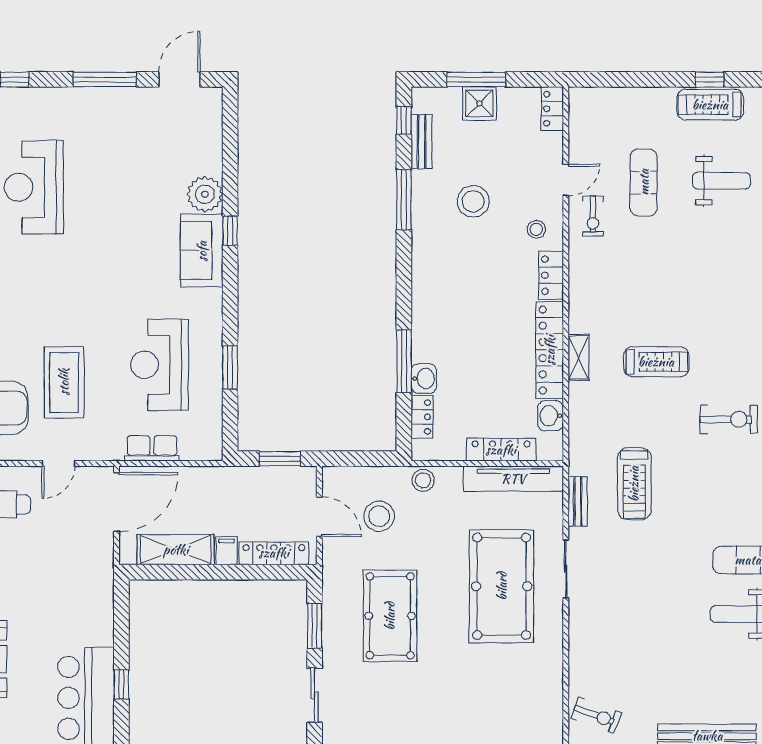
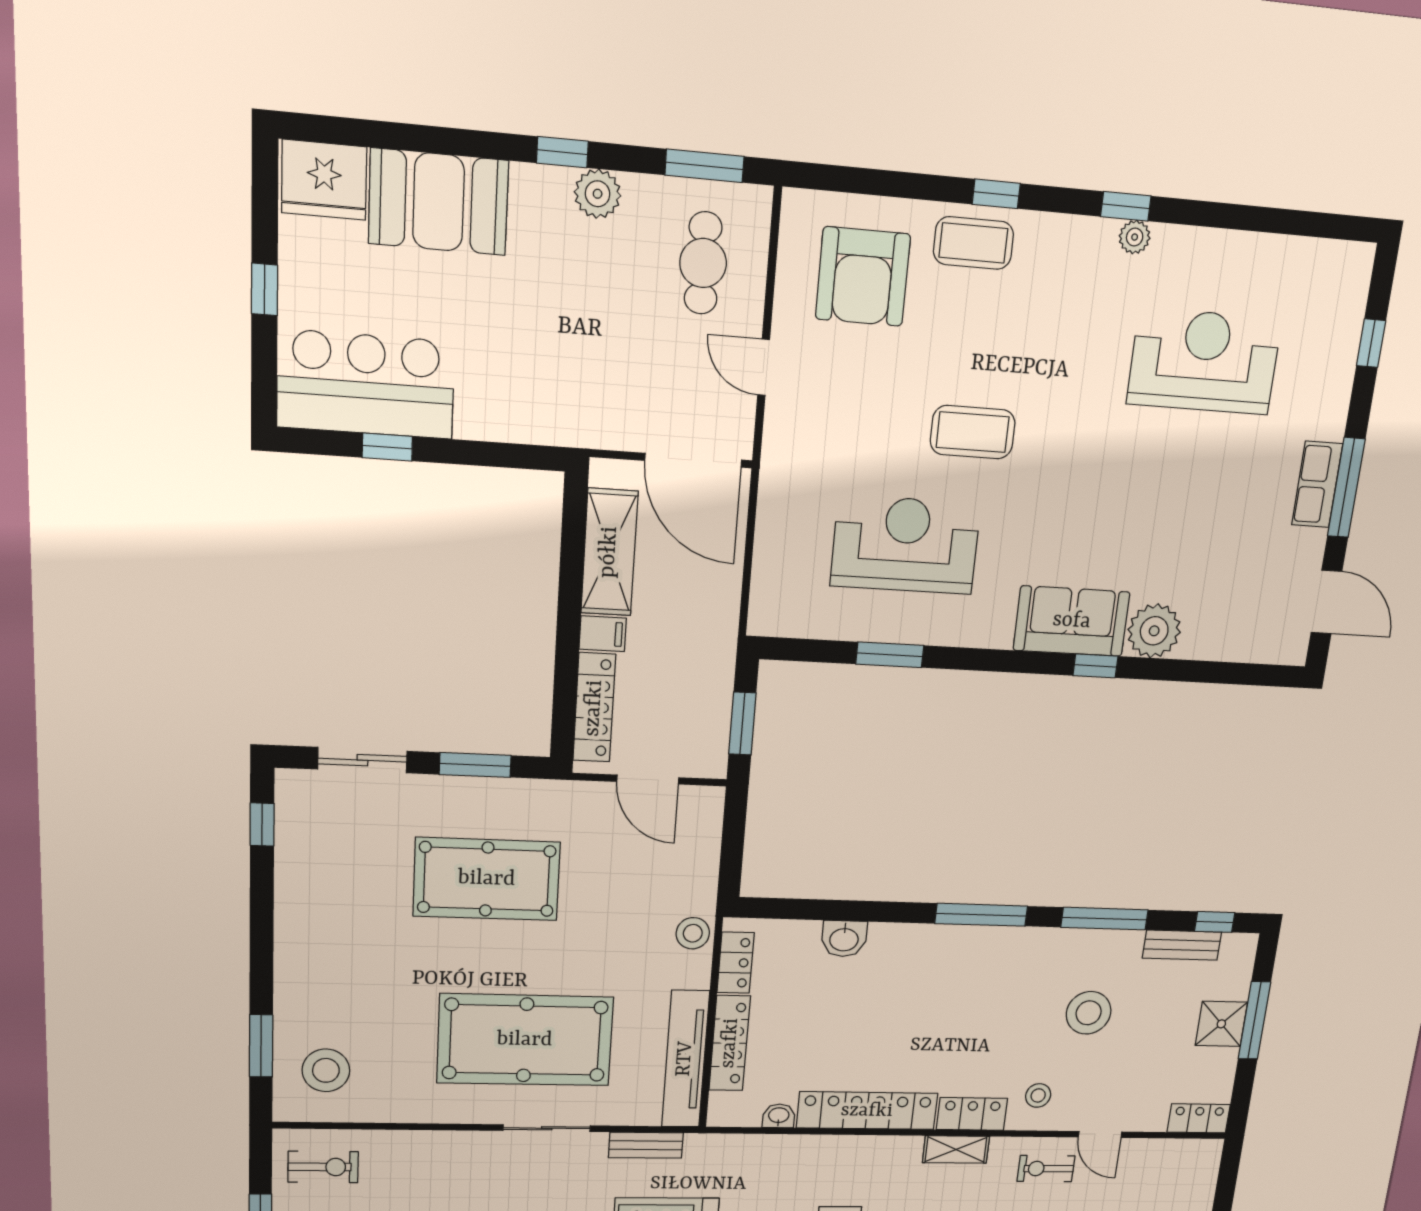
shelving: (579, 358) -> (956, 1149), moved
window: (404, 361) -> (981, 915), moved
coffee table: (64, 382) -> (973, 432), moved, width x0.73, depth x0.76
washbasin: (550, 416) -> (779, 1116), width x0.72, depth x0.69
locker: (422, 417) -> (736, 963), moved, turned -90
row of seats: (152, 448) -> (1317, 484), moved, turned 180
stool: (379, 516) -> (326, 1070), moved
door: (319, 517) -> (648, 780), hinge flipped
exercise bike: (596, 715) -> (323, 1167), turned -110

